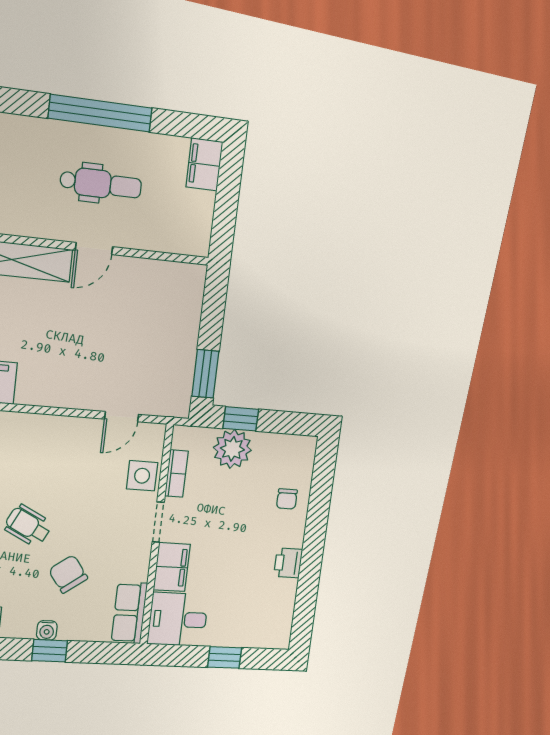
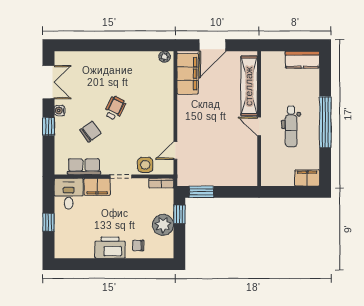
door: (122, 417) -> (175, 150), hinge flipped
plant: (232, 449) -> (163, 225), moved
bookcase: (176, 473) -> (161, 183), moved
printer: (288, 563) -> (110, 248), width x1.87, depth x1.48
row of seats: (129, 613) -> (84, 167), moved
water cooler: (47, 630) -> (59, 111), moved

